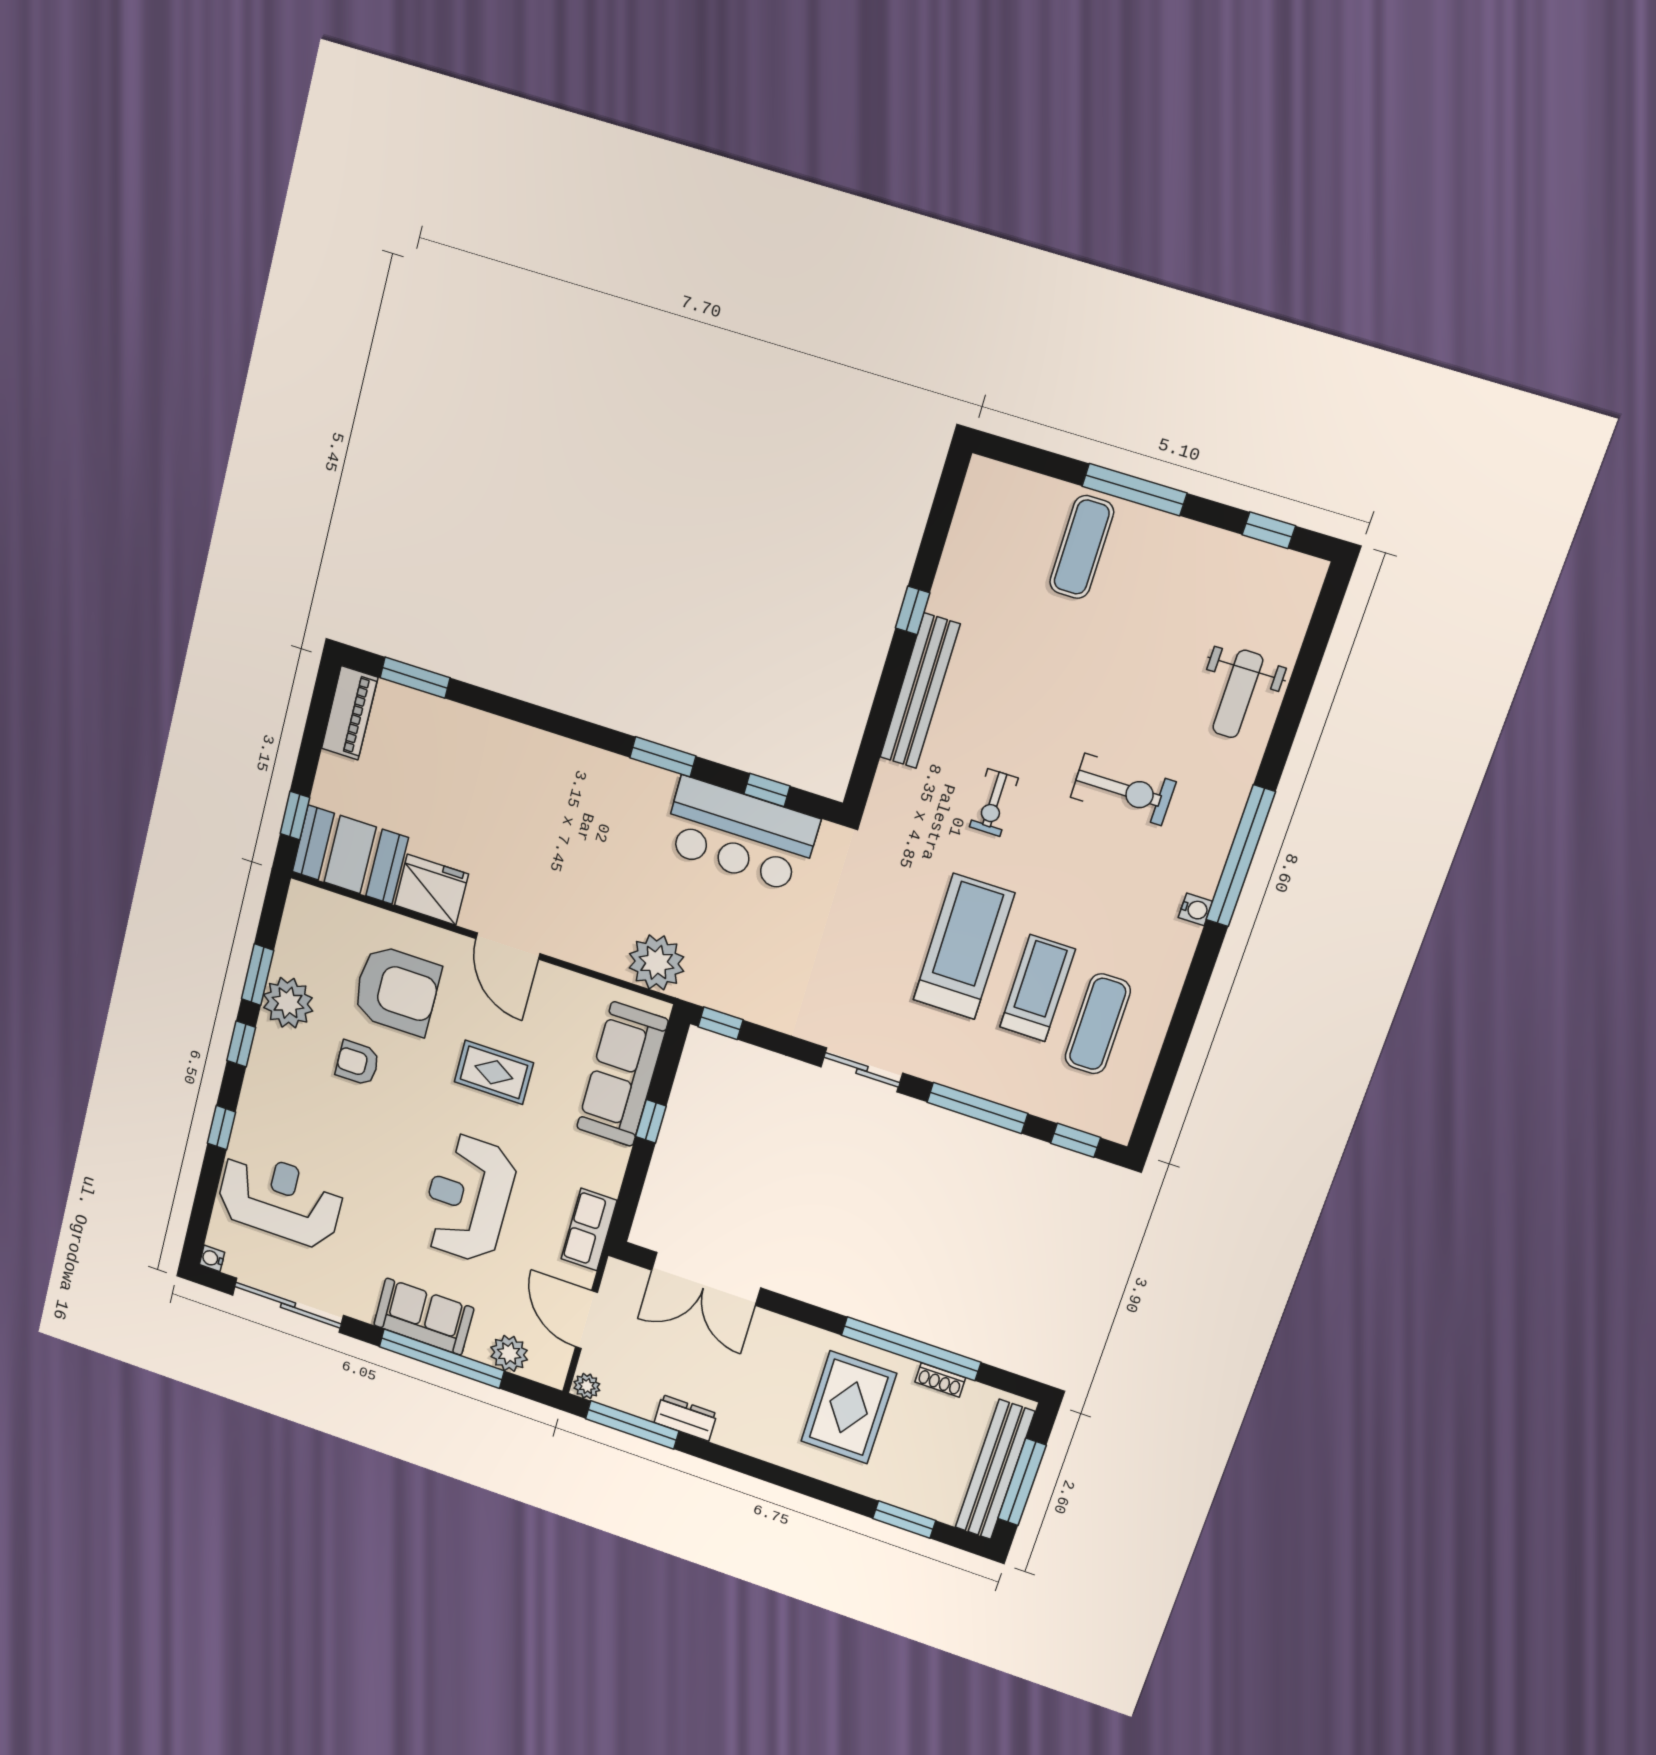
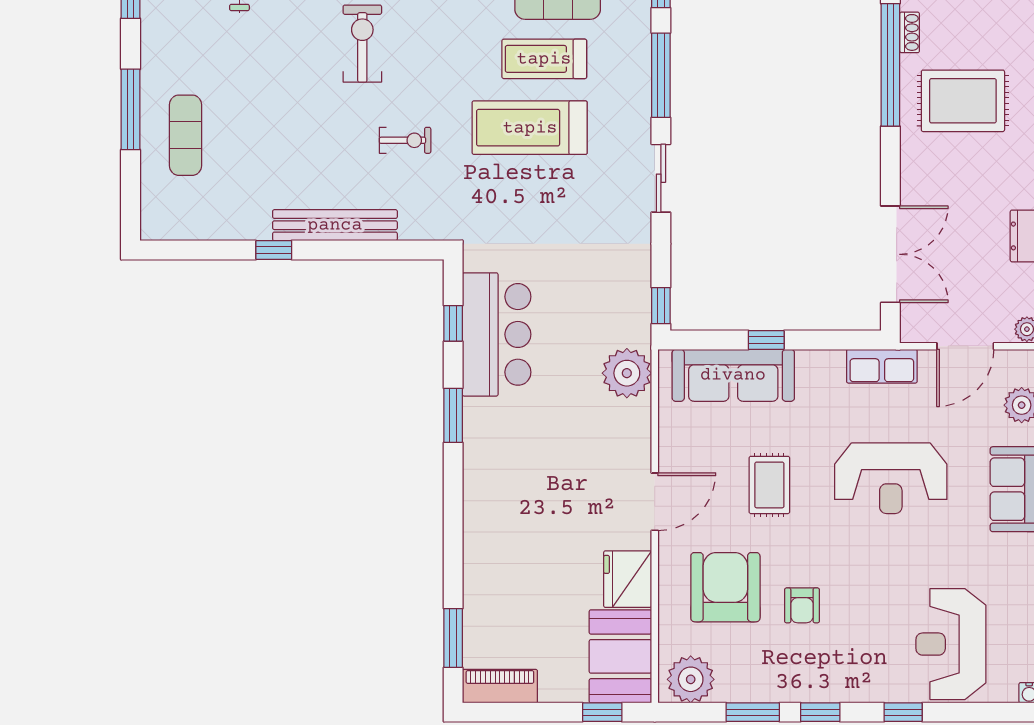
exercise mat: (1082, 547) -> (186, 135), turned 90
plant: (288, 1003) -> (691, 679), moved

